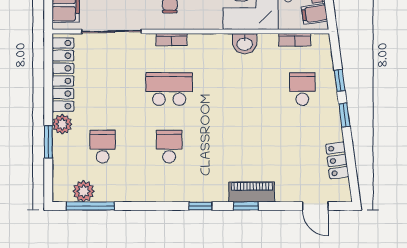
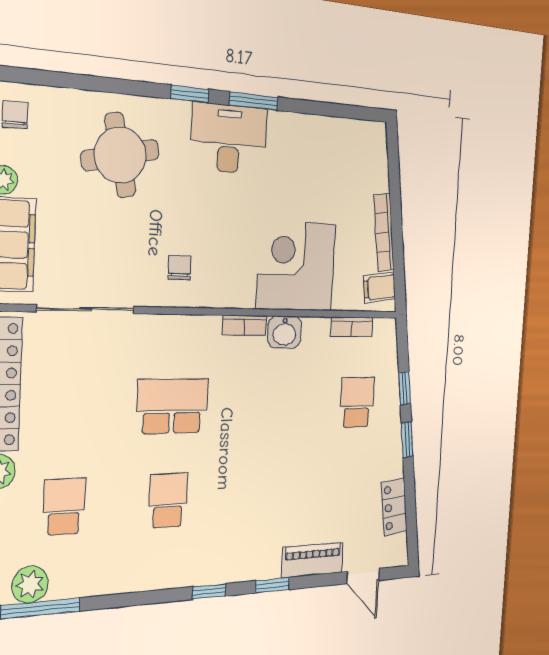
bookcase: (172, 40) -> (244, 325), moved
piano: (252, 192) -> (313, 560), moved

